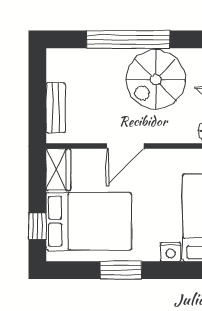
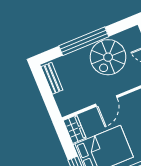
bench: (56, 108) -> (52, 78), moved

